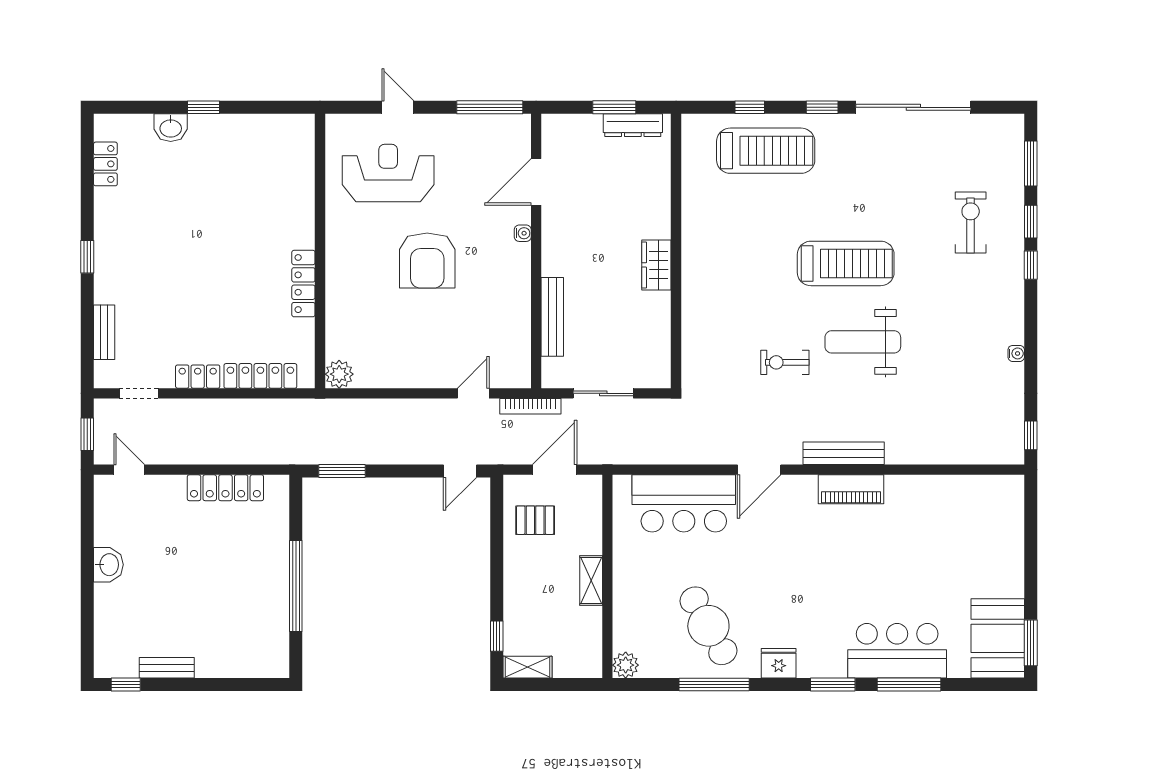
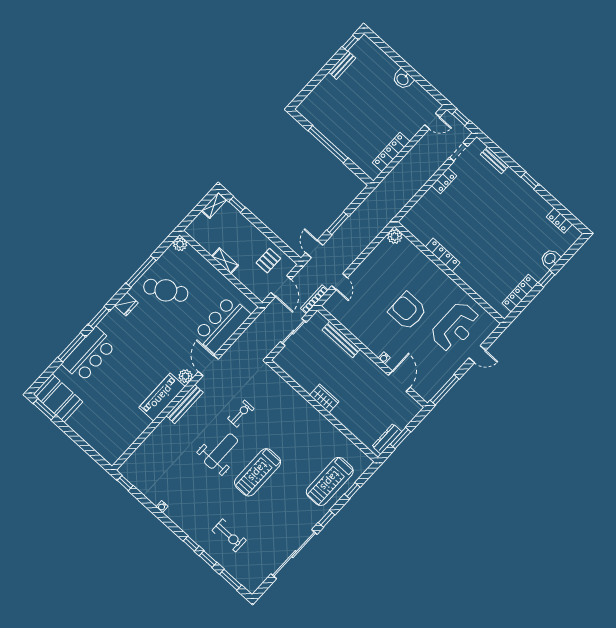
locker: (260, 376) -> (520, 293), moved, turned 180
window: (342, 471) -> (338, 223), moved
plant: (803, 488) -> (186, 376), added
piano: (851, 489) -> (162, 397), width x1.37, depth x1.33

